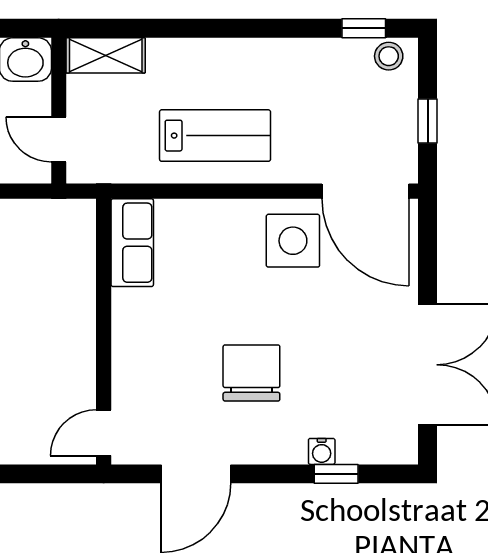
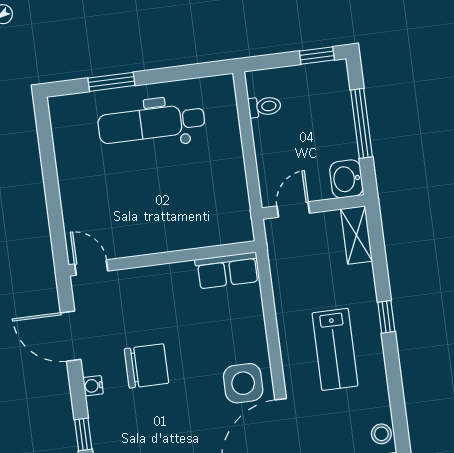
window: (364, 28) -> (386, 317), moved
lab bench: (215, 136) -> (335, 349), moved
water cooler: (322, 451) -> (93, 386), moved

